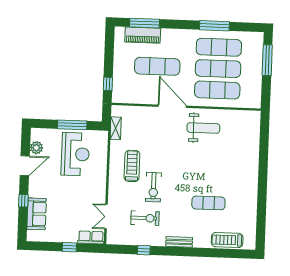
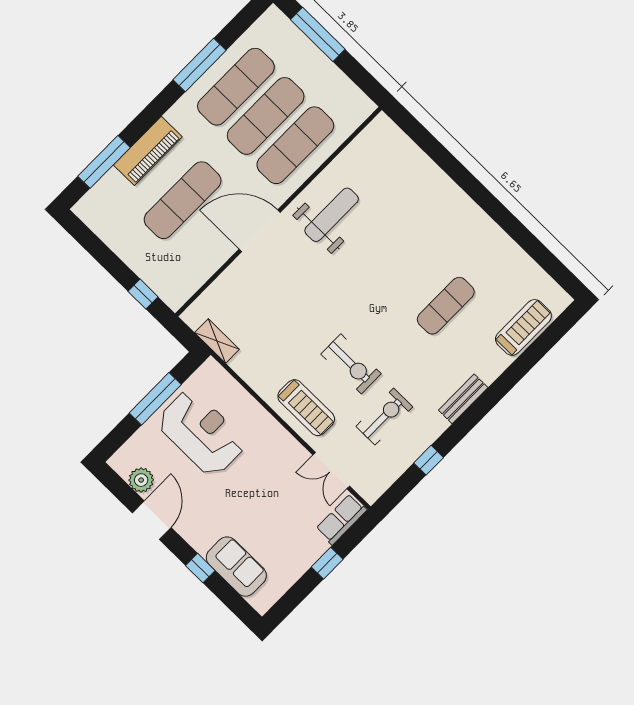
piano: (143, 35) -> (148, 151), moved
treadmill: (132, 166) -> (306, 408), moved, turned 180
treadmill: (227, 240) -> (523, 327), turned 180

